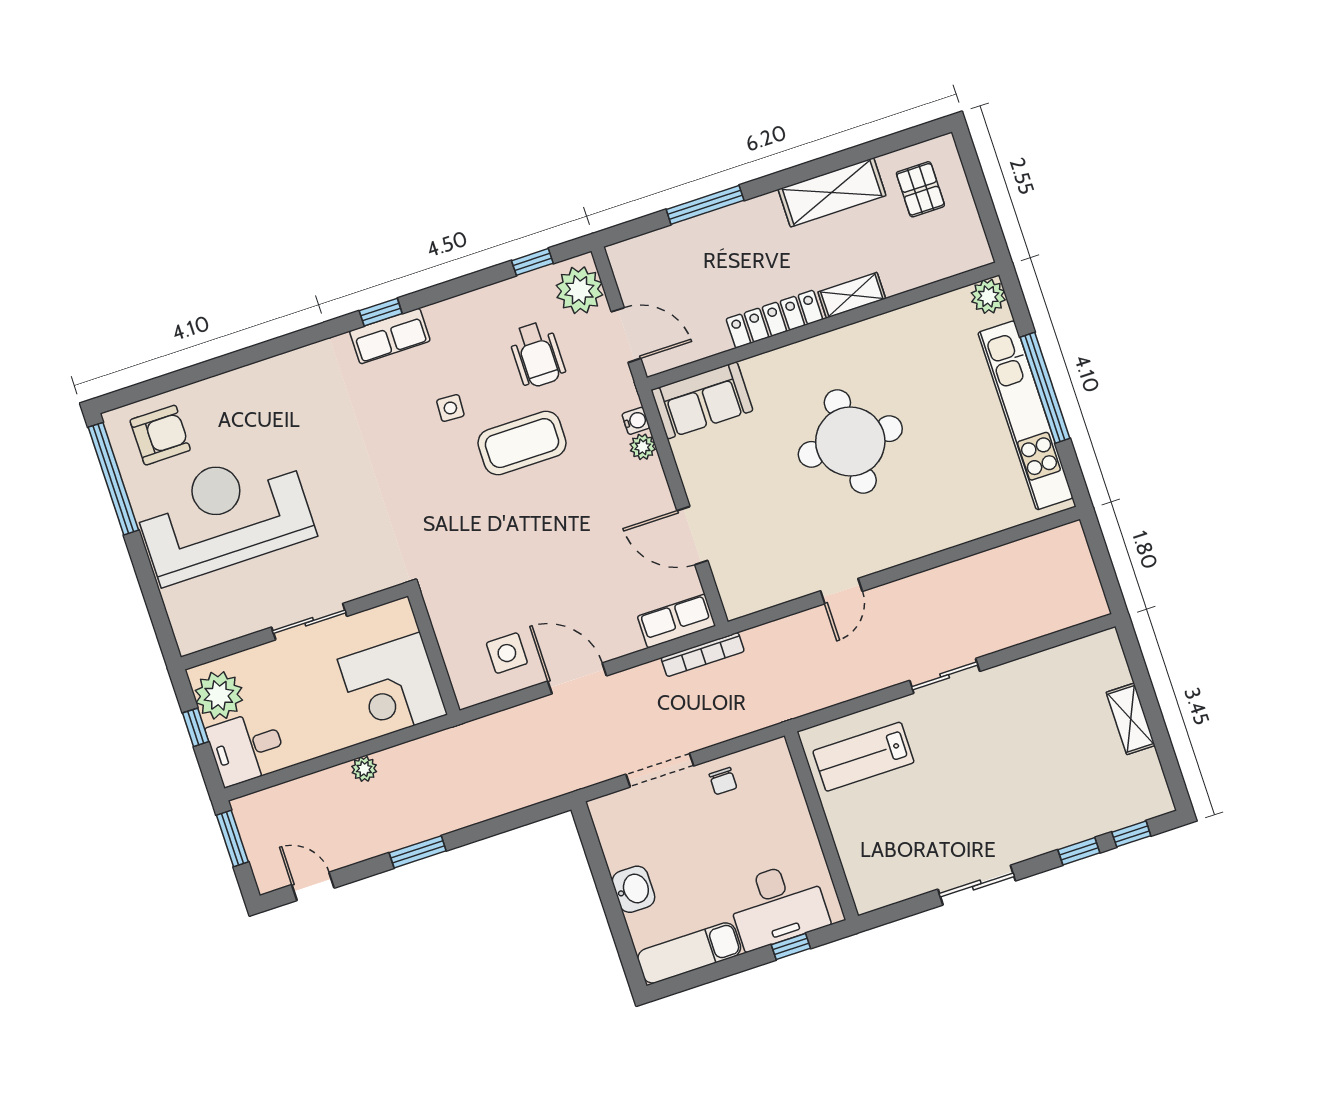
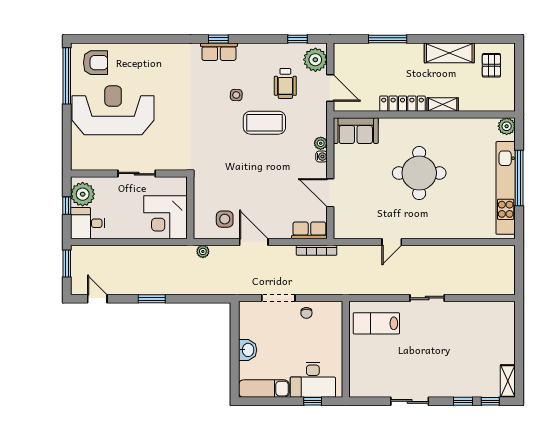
water cooler: (636, 421) -> (322, 157), moved
shelving: (1131, 719) -> (508, 381), moved
plant: (364, 769) -> (203, 251), moved

